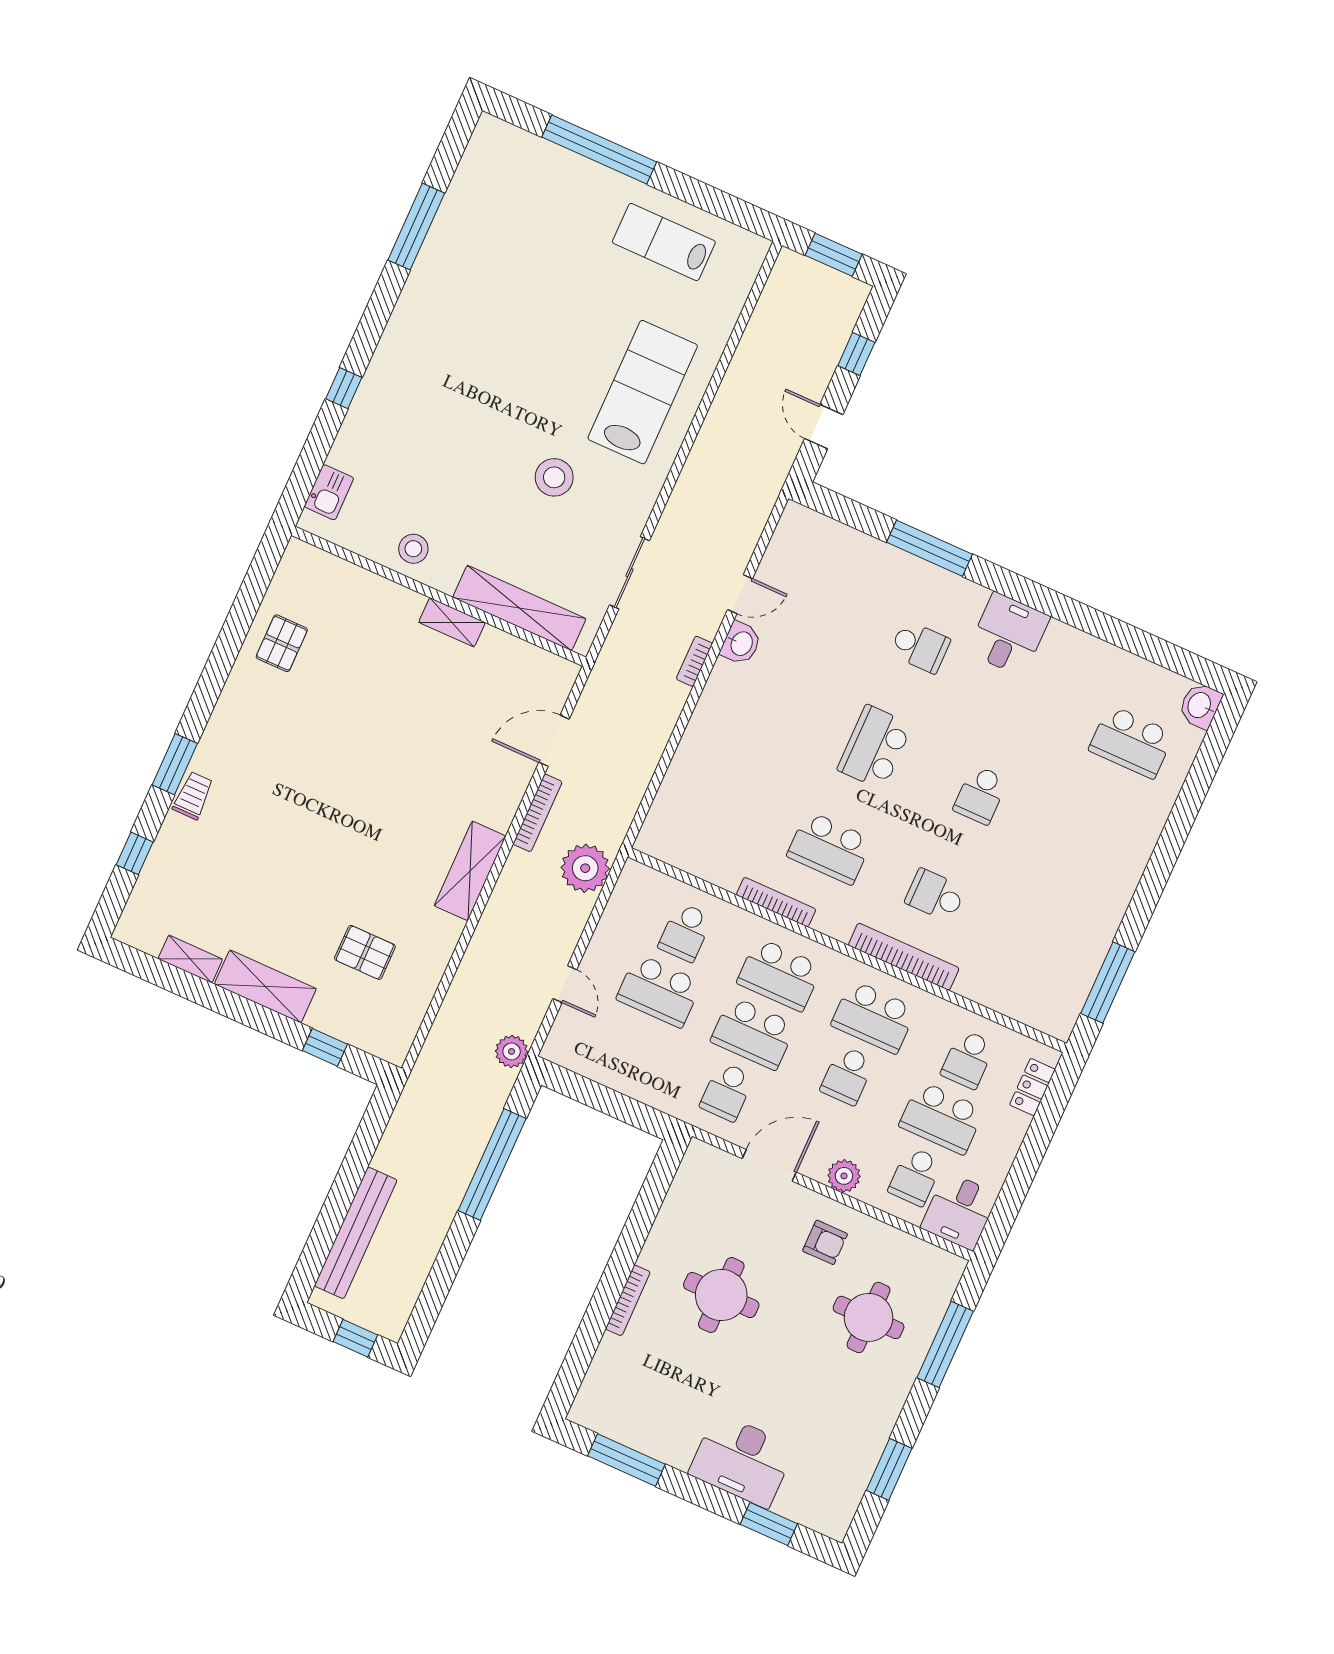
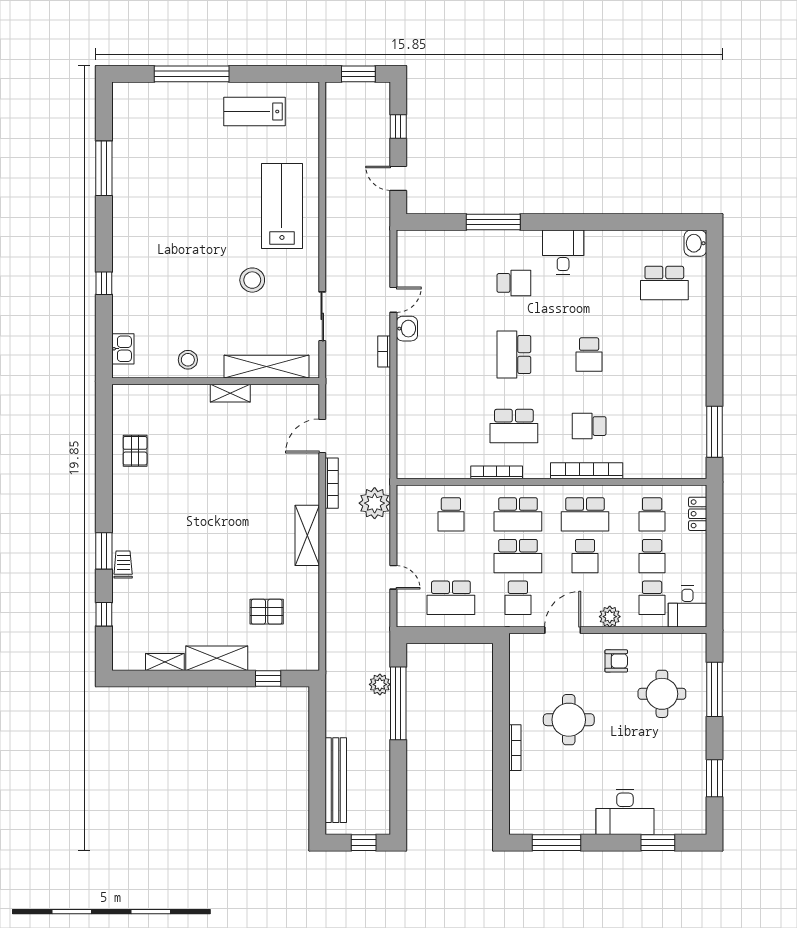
school desk: (659, 991) -> (451, 598), moved
plant: (512, 1051) -> (380, 684), moved
school desk: (942, 1118) -> (652, 556), width x0.54

